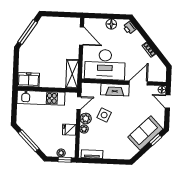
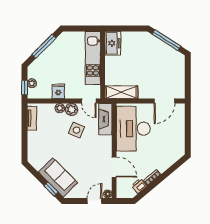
floor lamp: (111, 24) -> (179, 134), removed
printer: (130, 28) -> (139, 186), moved
fireplace: (115, 90) -> (105, 119), moved

